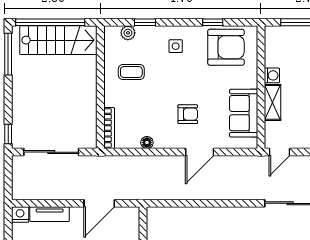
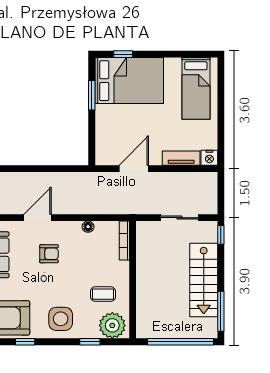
plant: (128, 33) -> (112, 325), width x1.88, depth x1.88
stairs: (58, 40) -> (204, 280), moved, turned -90
side table: (176, 46) -> (61, 319), width x1.87, depth x1.87
armchair: (188, 114) -> (49, 254), turned 180
sliding door: (51, 152) -> (180, 218), width x0.73

